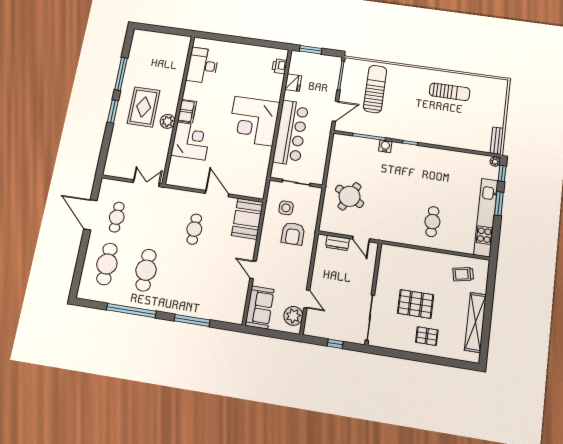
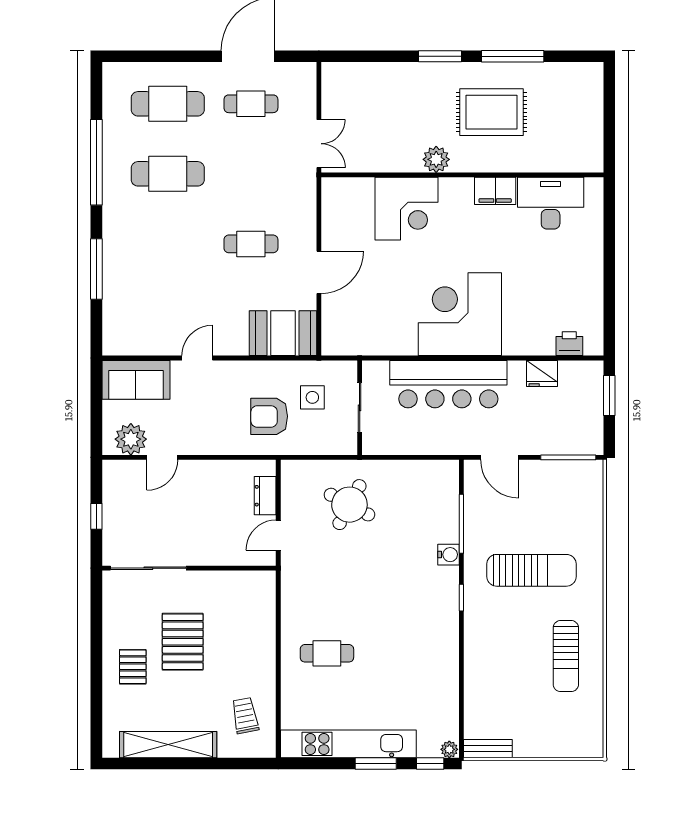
sun lounger: (375, 89) -> (531, 570), moved
rug: (144, 107) -> (492, 112), moved
filing cabinet: (187, 111) -> (495, 191), moved

